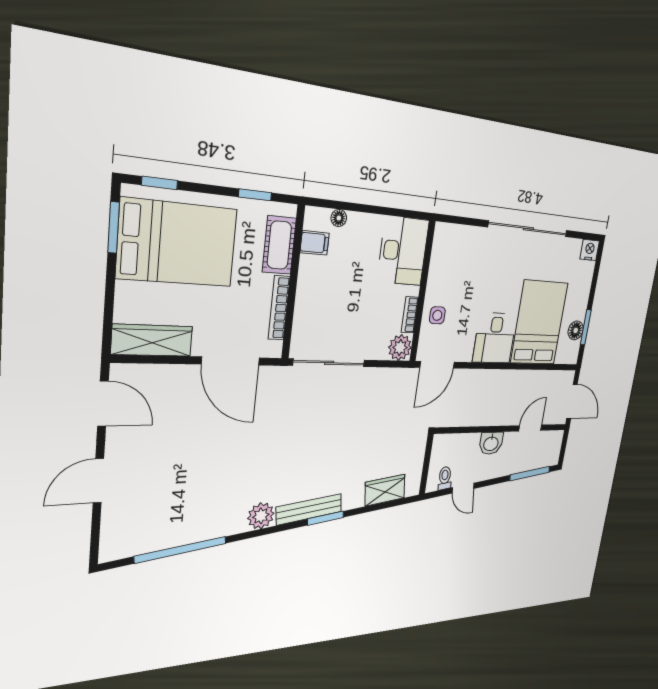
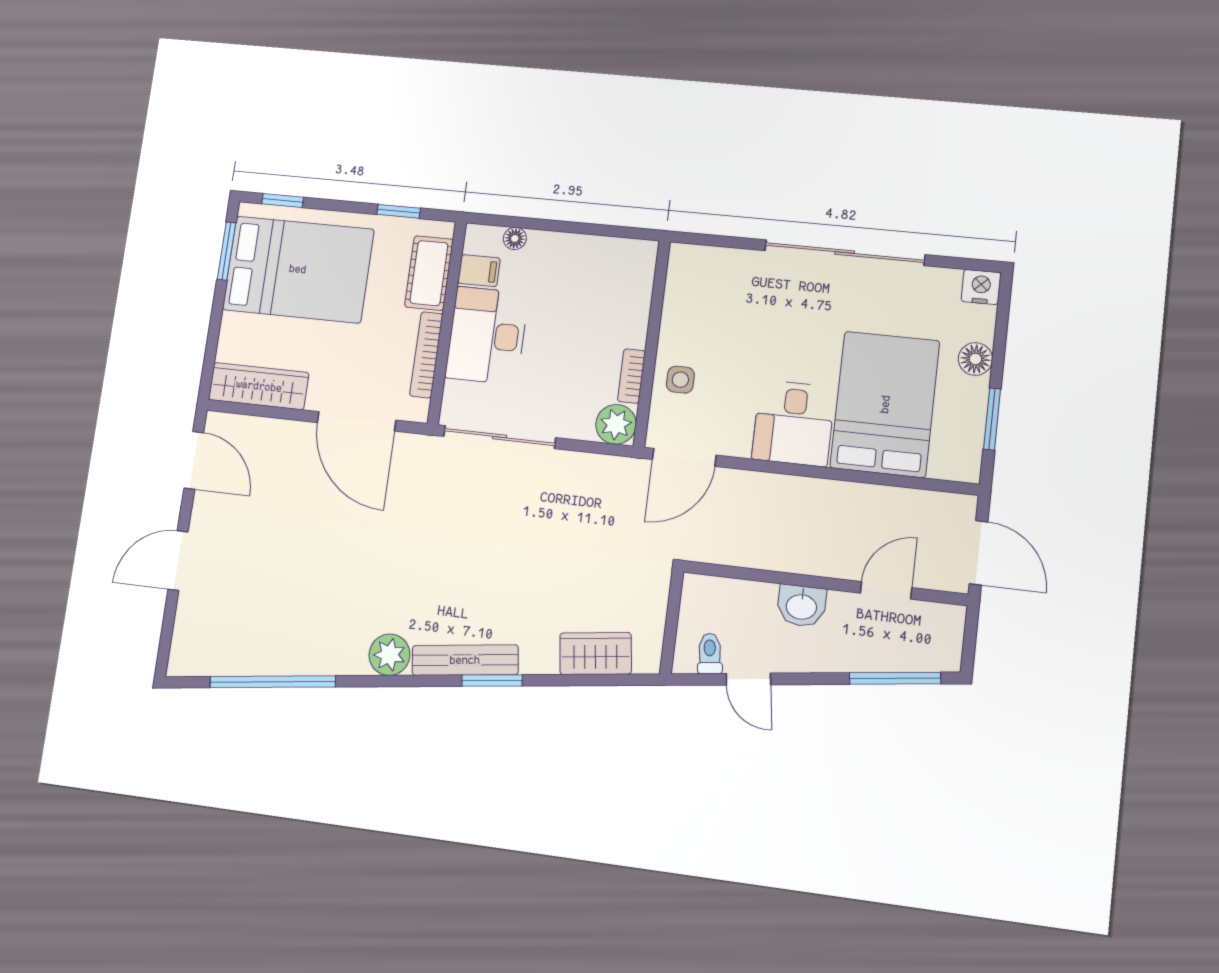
desk: (403, 251) -> (487, 335), moved, turned 180
floor lamp: (576, 330) -> (975, 359), moved

